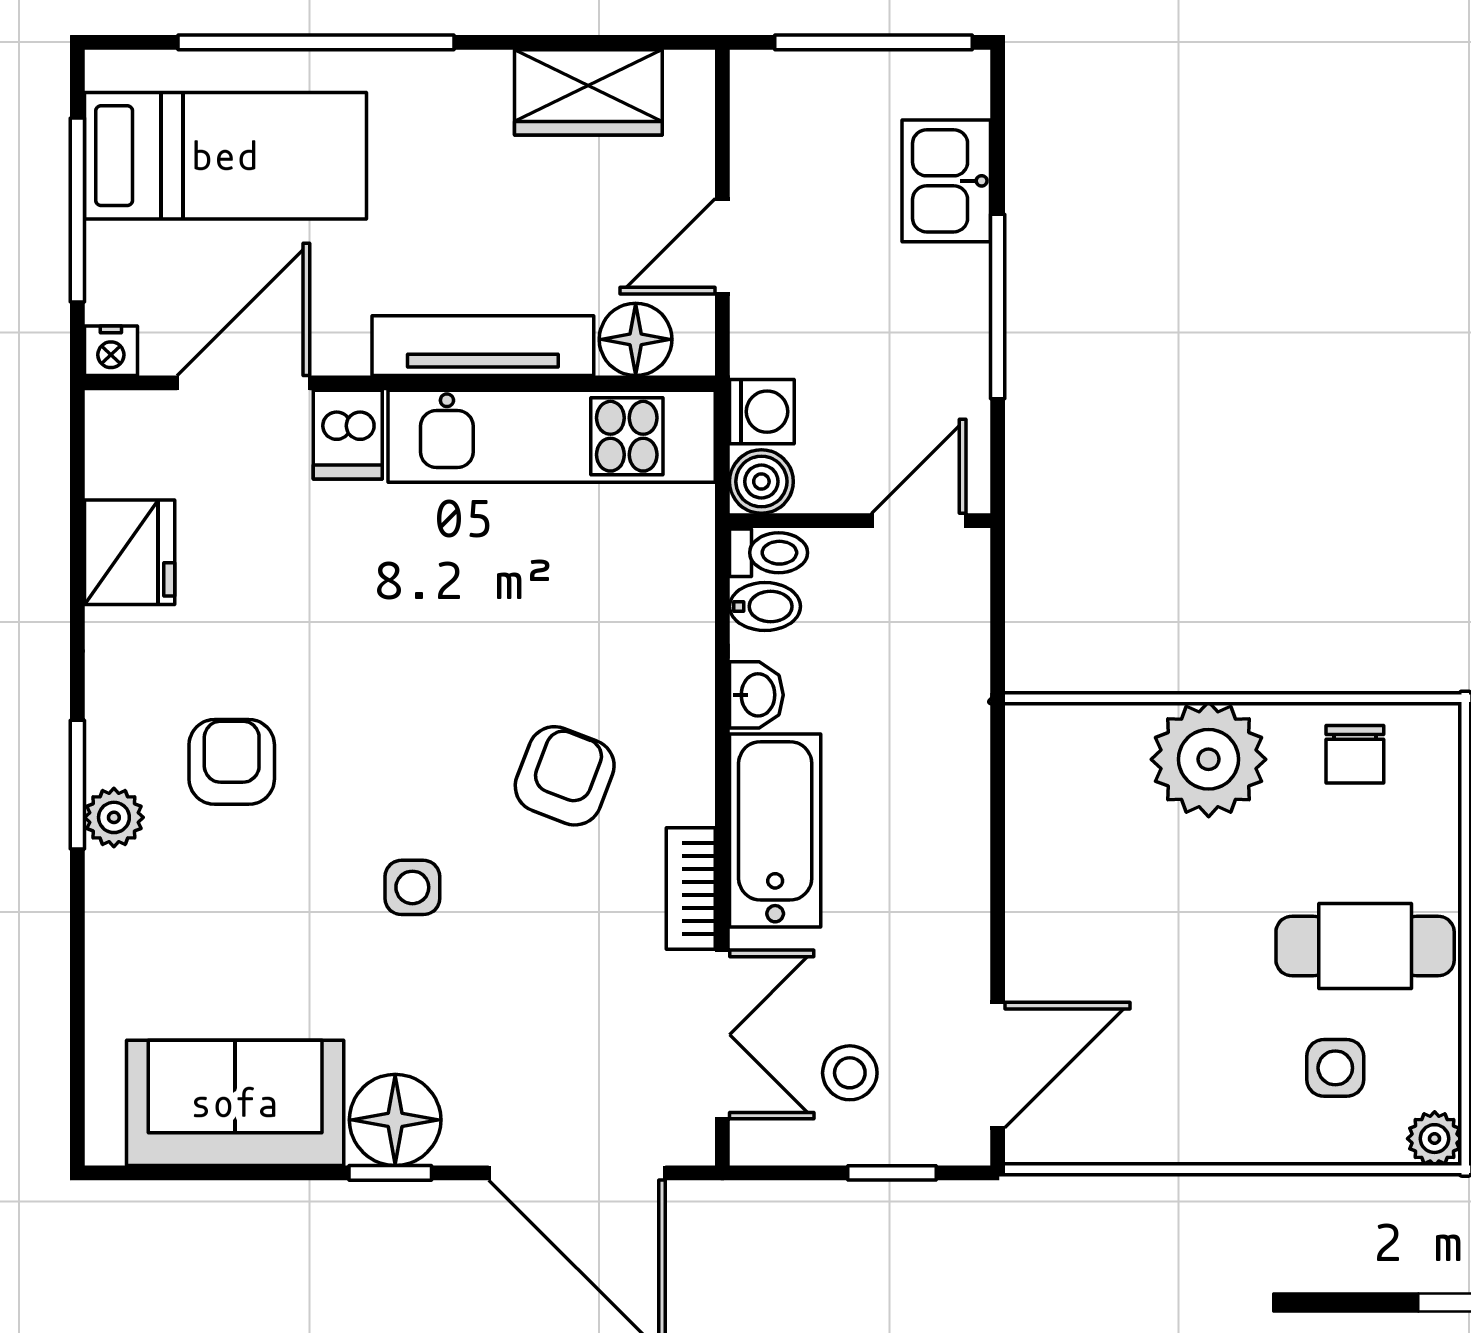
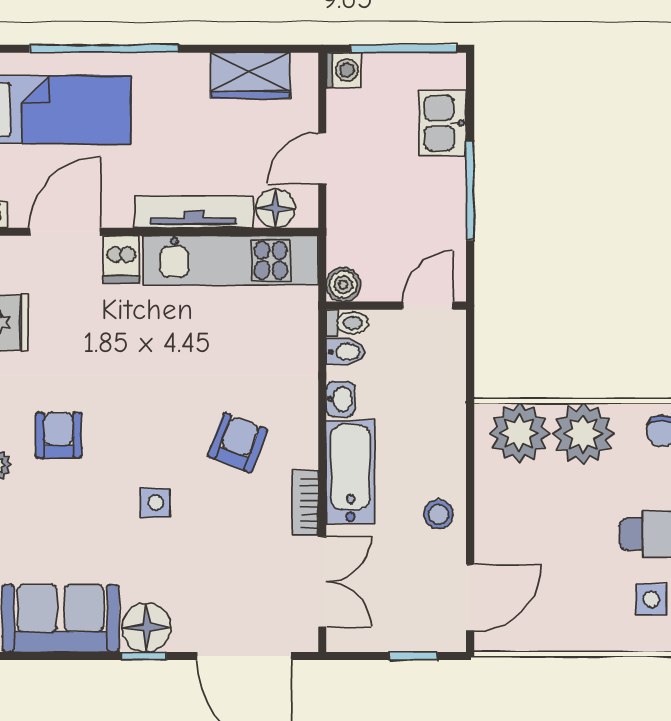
washing machine: (762, 412) -> (343, 70), moved
plant: (1089, 758) -> (519, 433), added
stool: (850, 1073) -> (438, 514), moved

